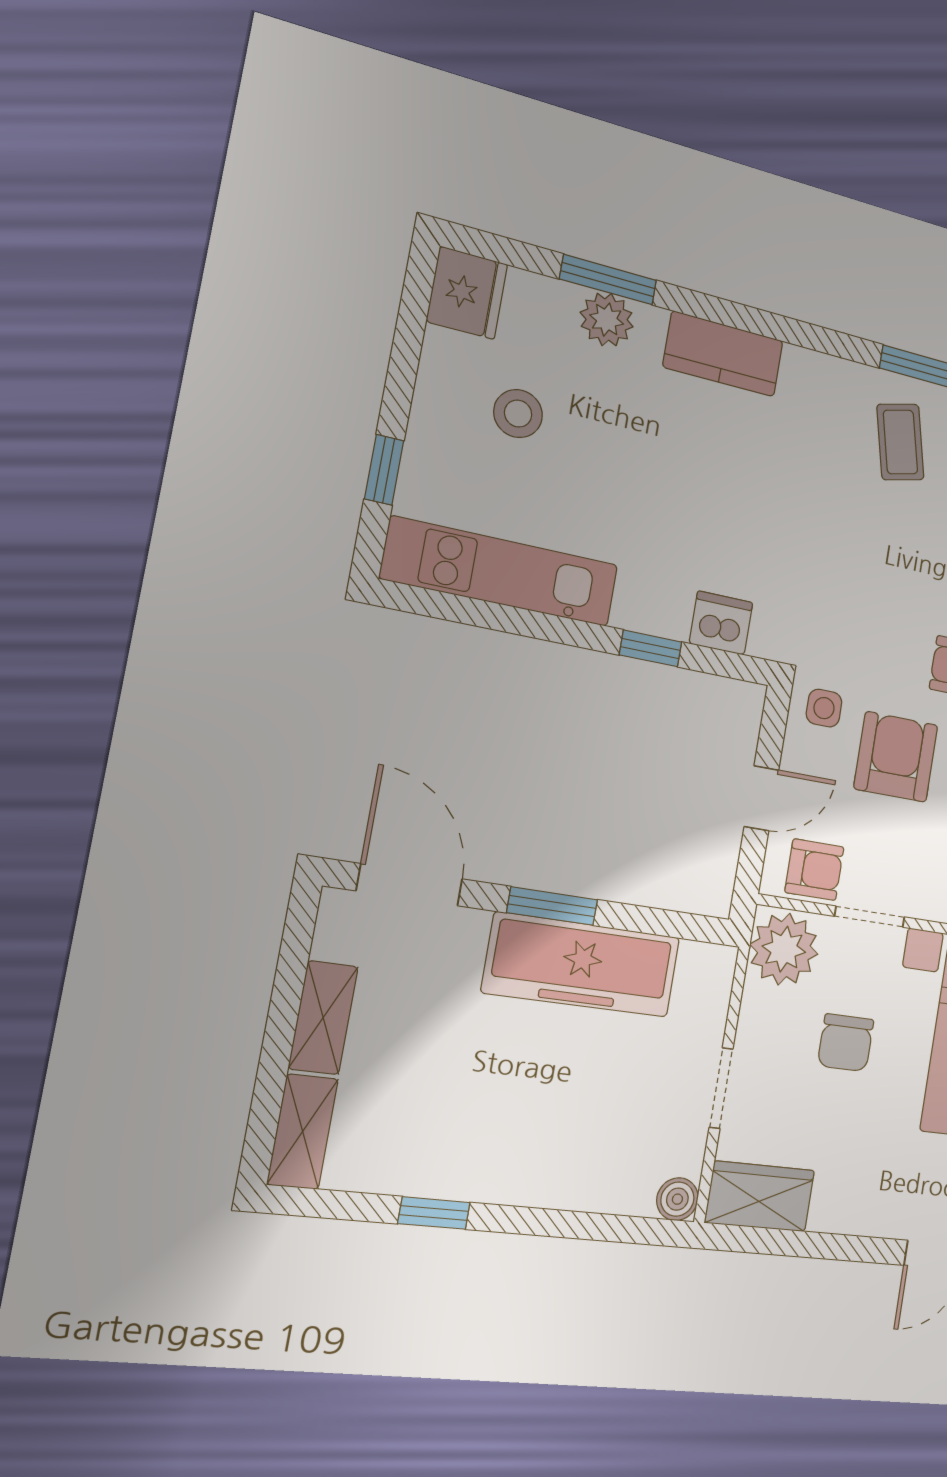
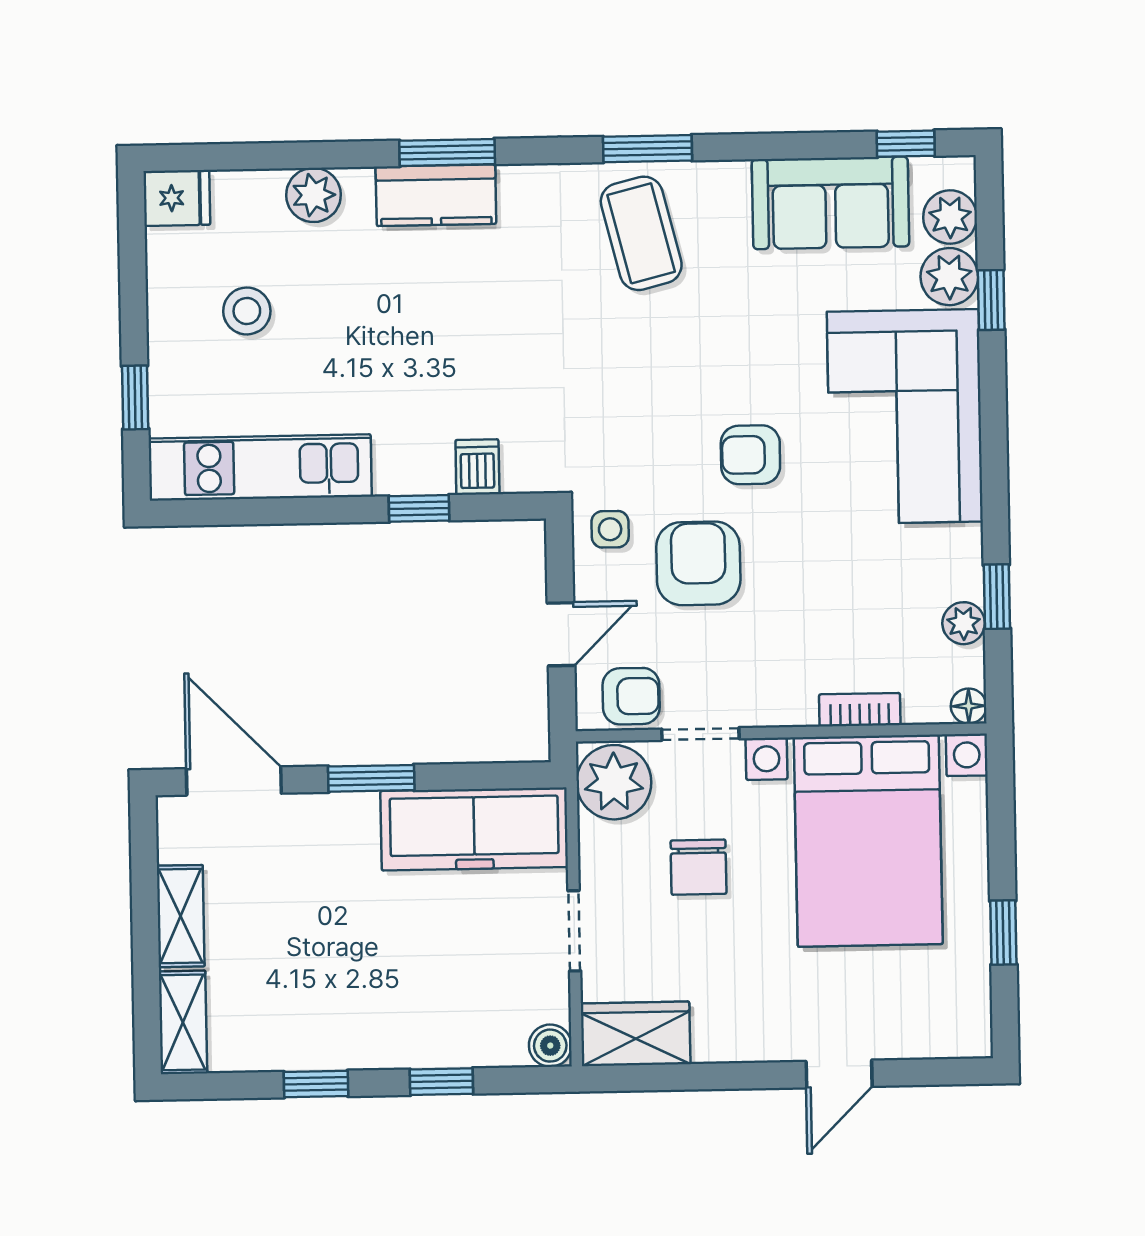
window: (608, 280) -> (447, 152), moved
fridge: (467, 293) -> (177, 198), width x0.72
coffee table: (900, 442) -> (641, 233), width x1.36, depth x1.30
dishwasher: (721, 623) -> (477, 467), width x0.73
freezer: (582, 965) -> (474, 829), moved
window: (564, 1224) -> (441, 1082), added

